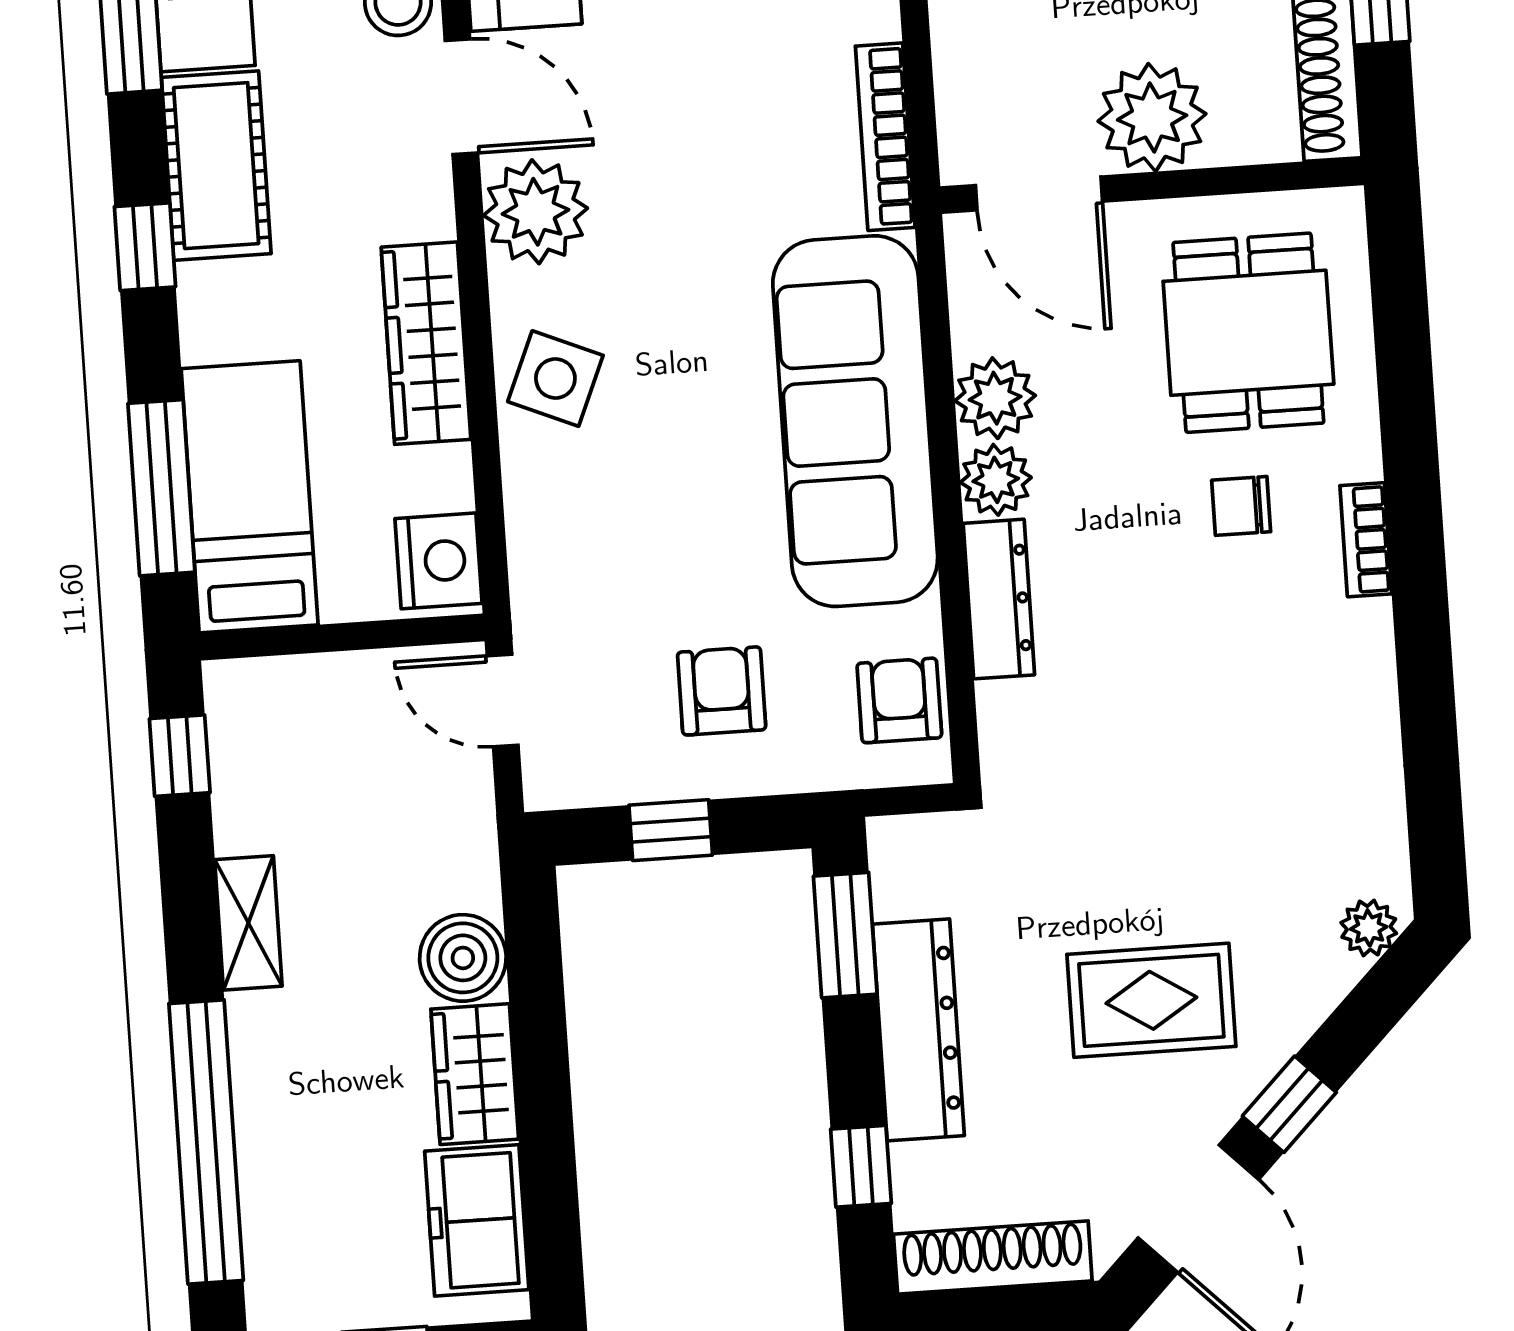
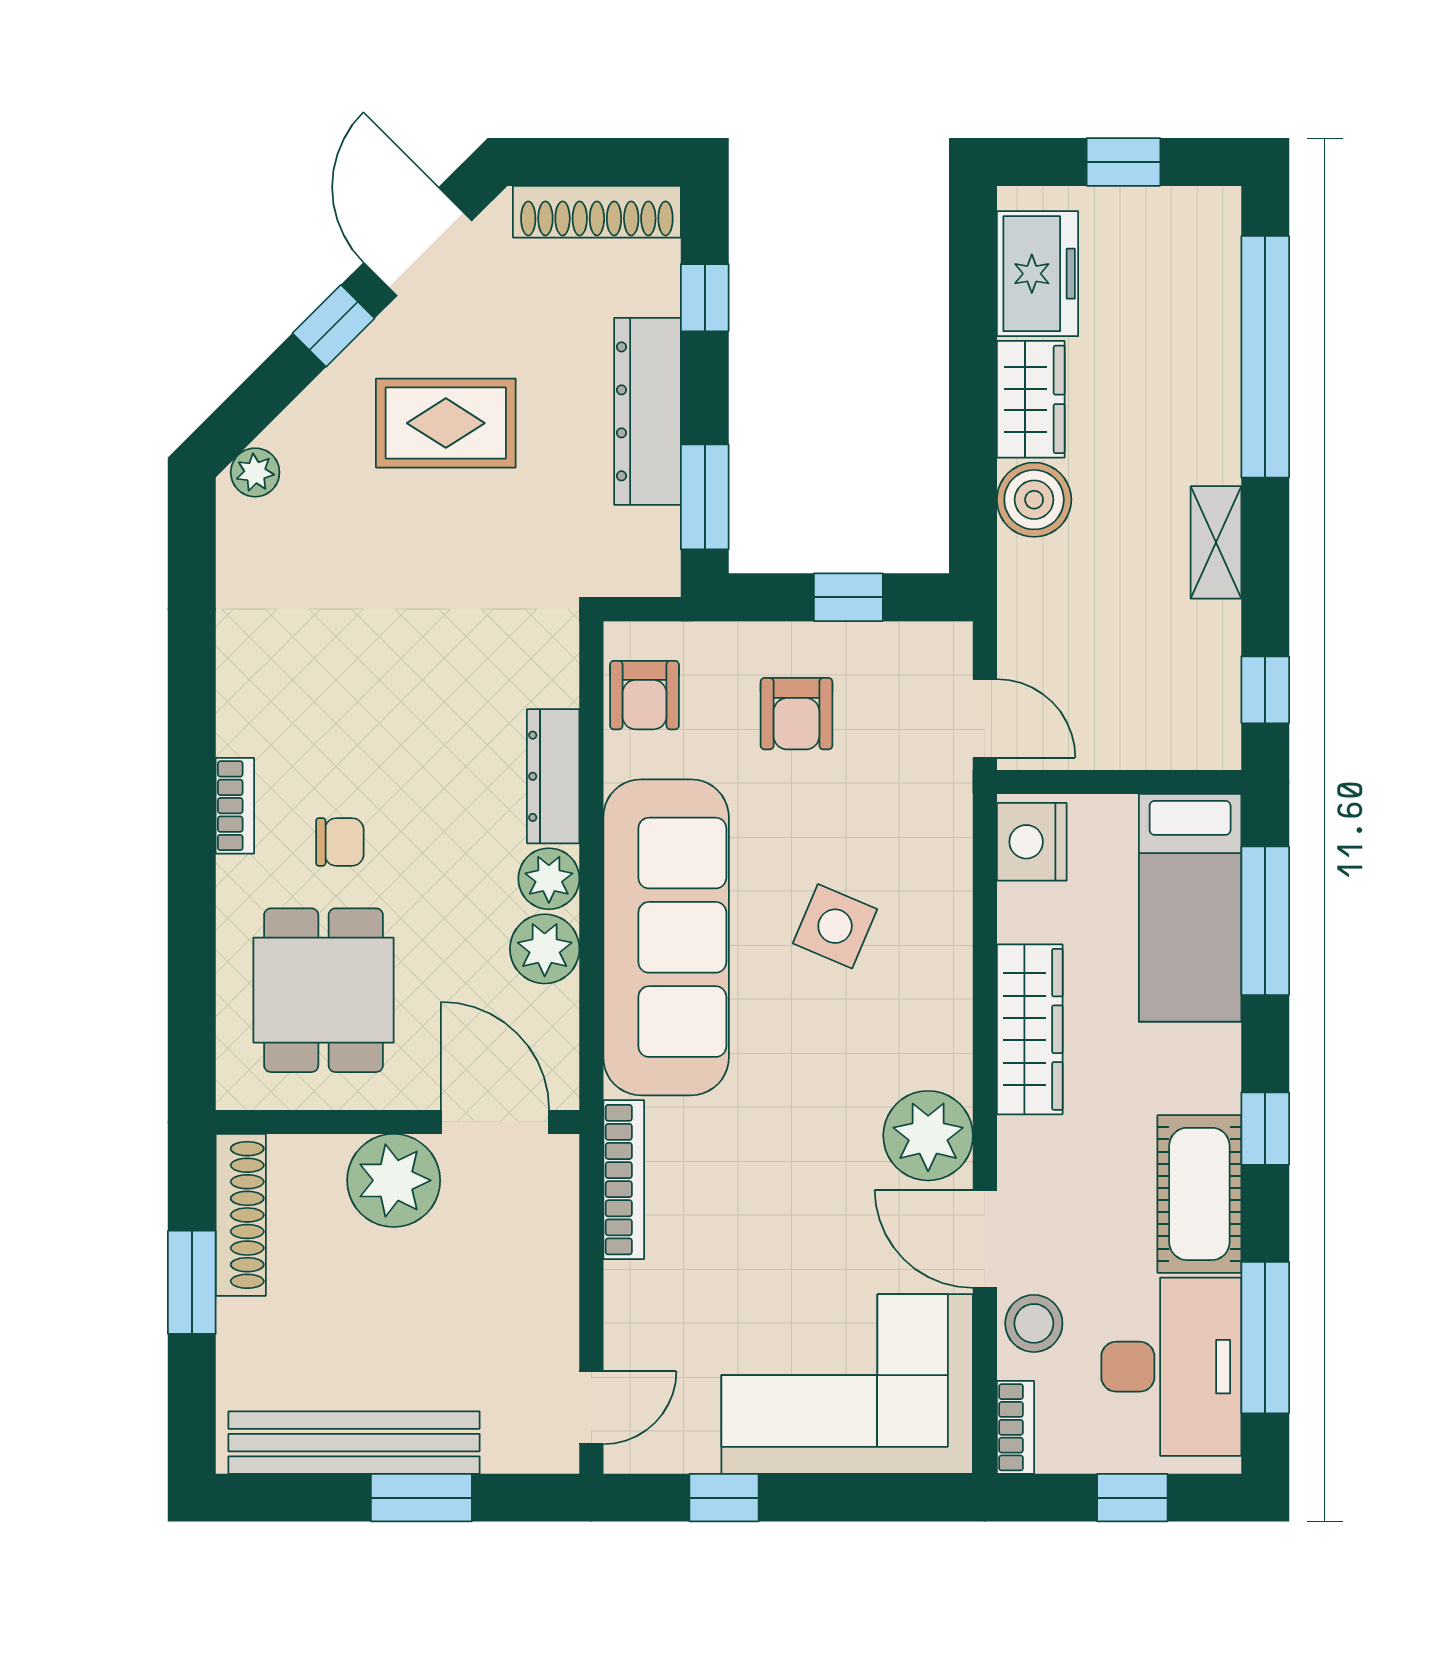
side table: (555, 379) -> (835, 926), moved

